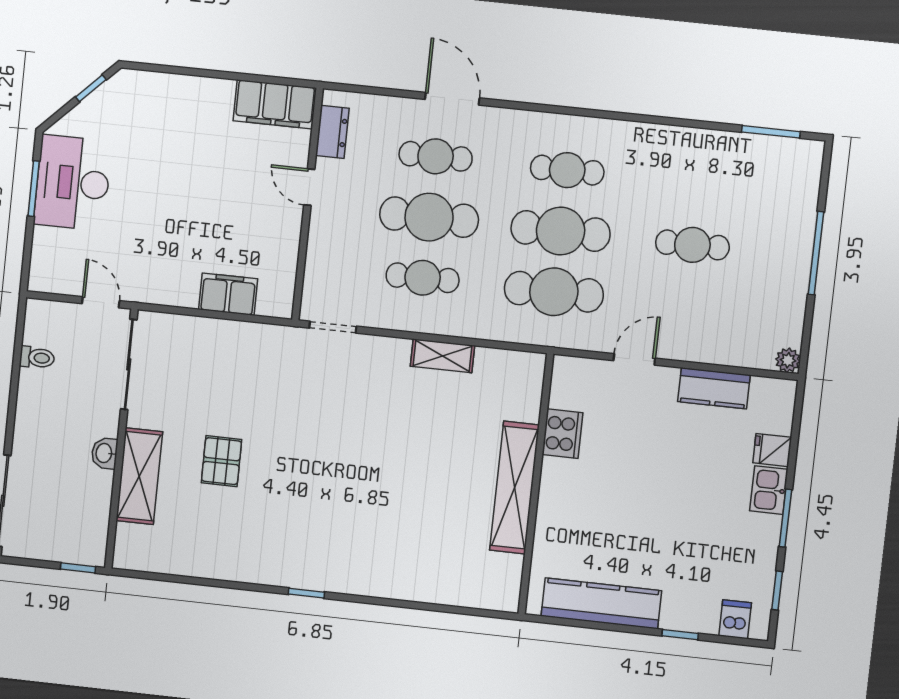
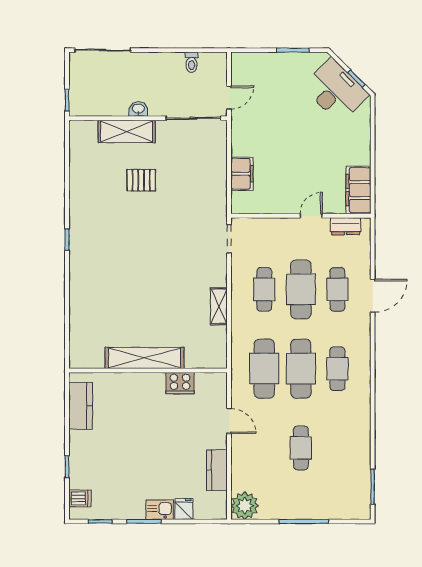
desk: (73, 183) -> (336, 91), moved, turned 45
plant: (788, 360) -> (245, 506), width x1.87, depth x1.87
kitchen counter: (601, 603) -> (81, 406), width x0.67

